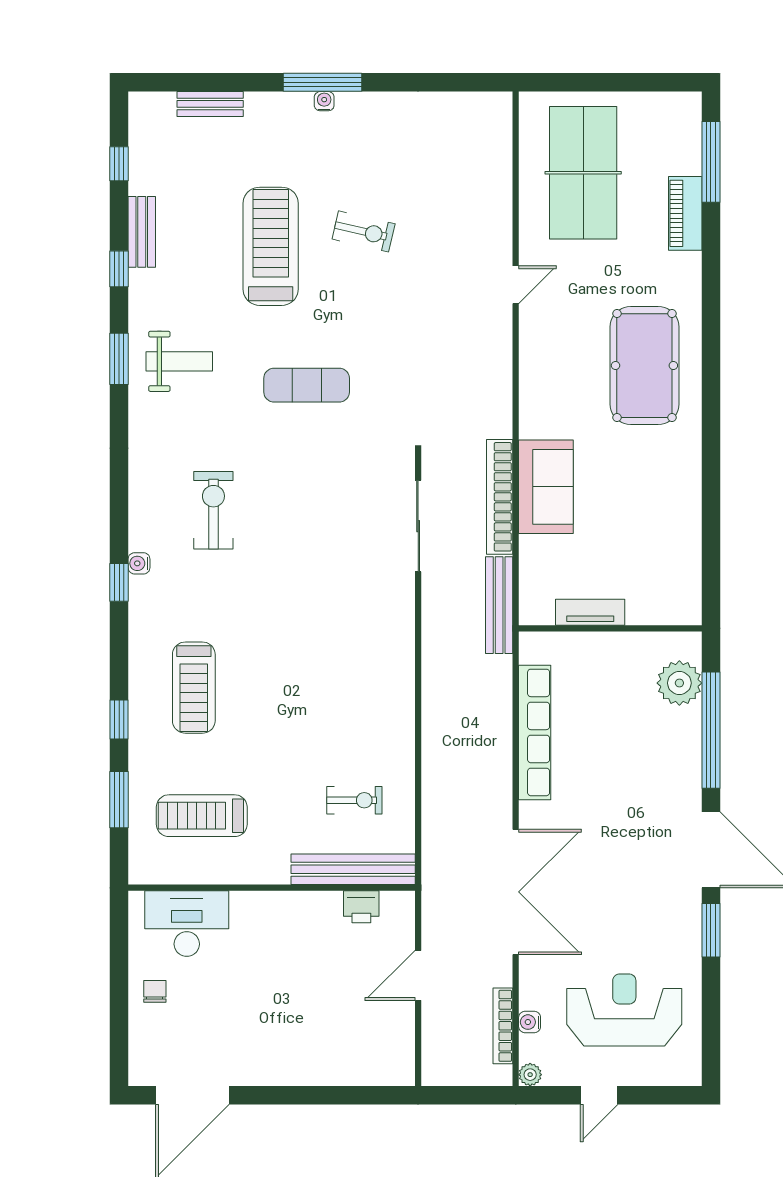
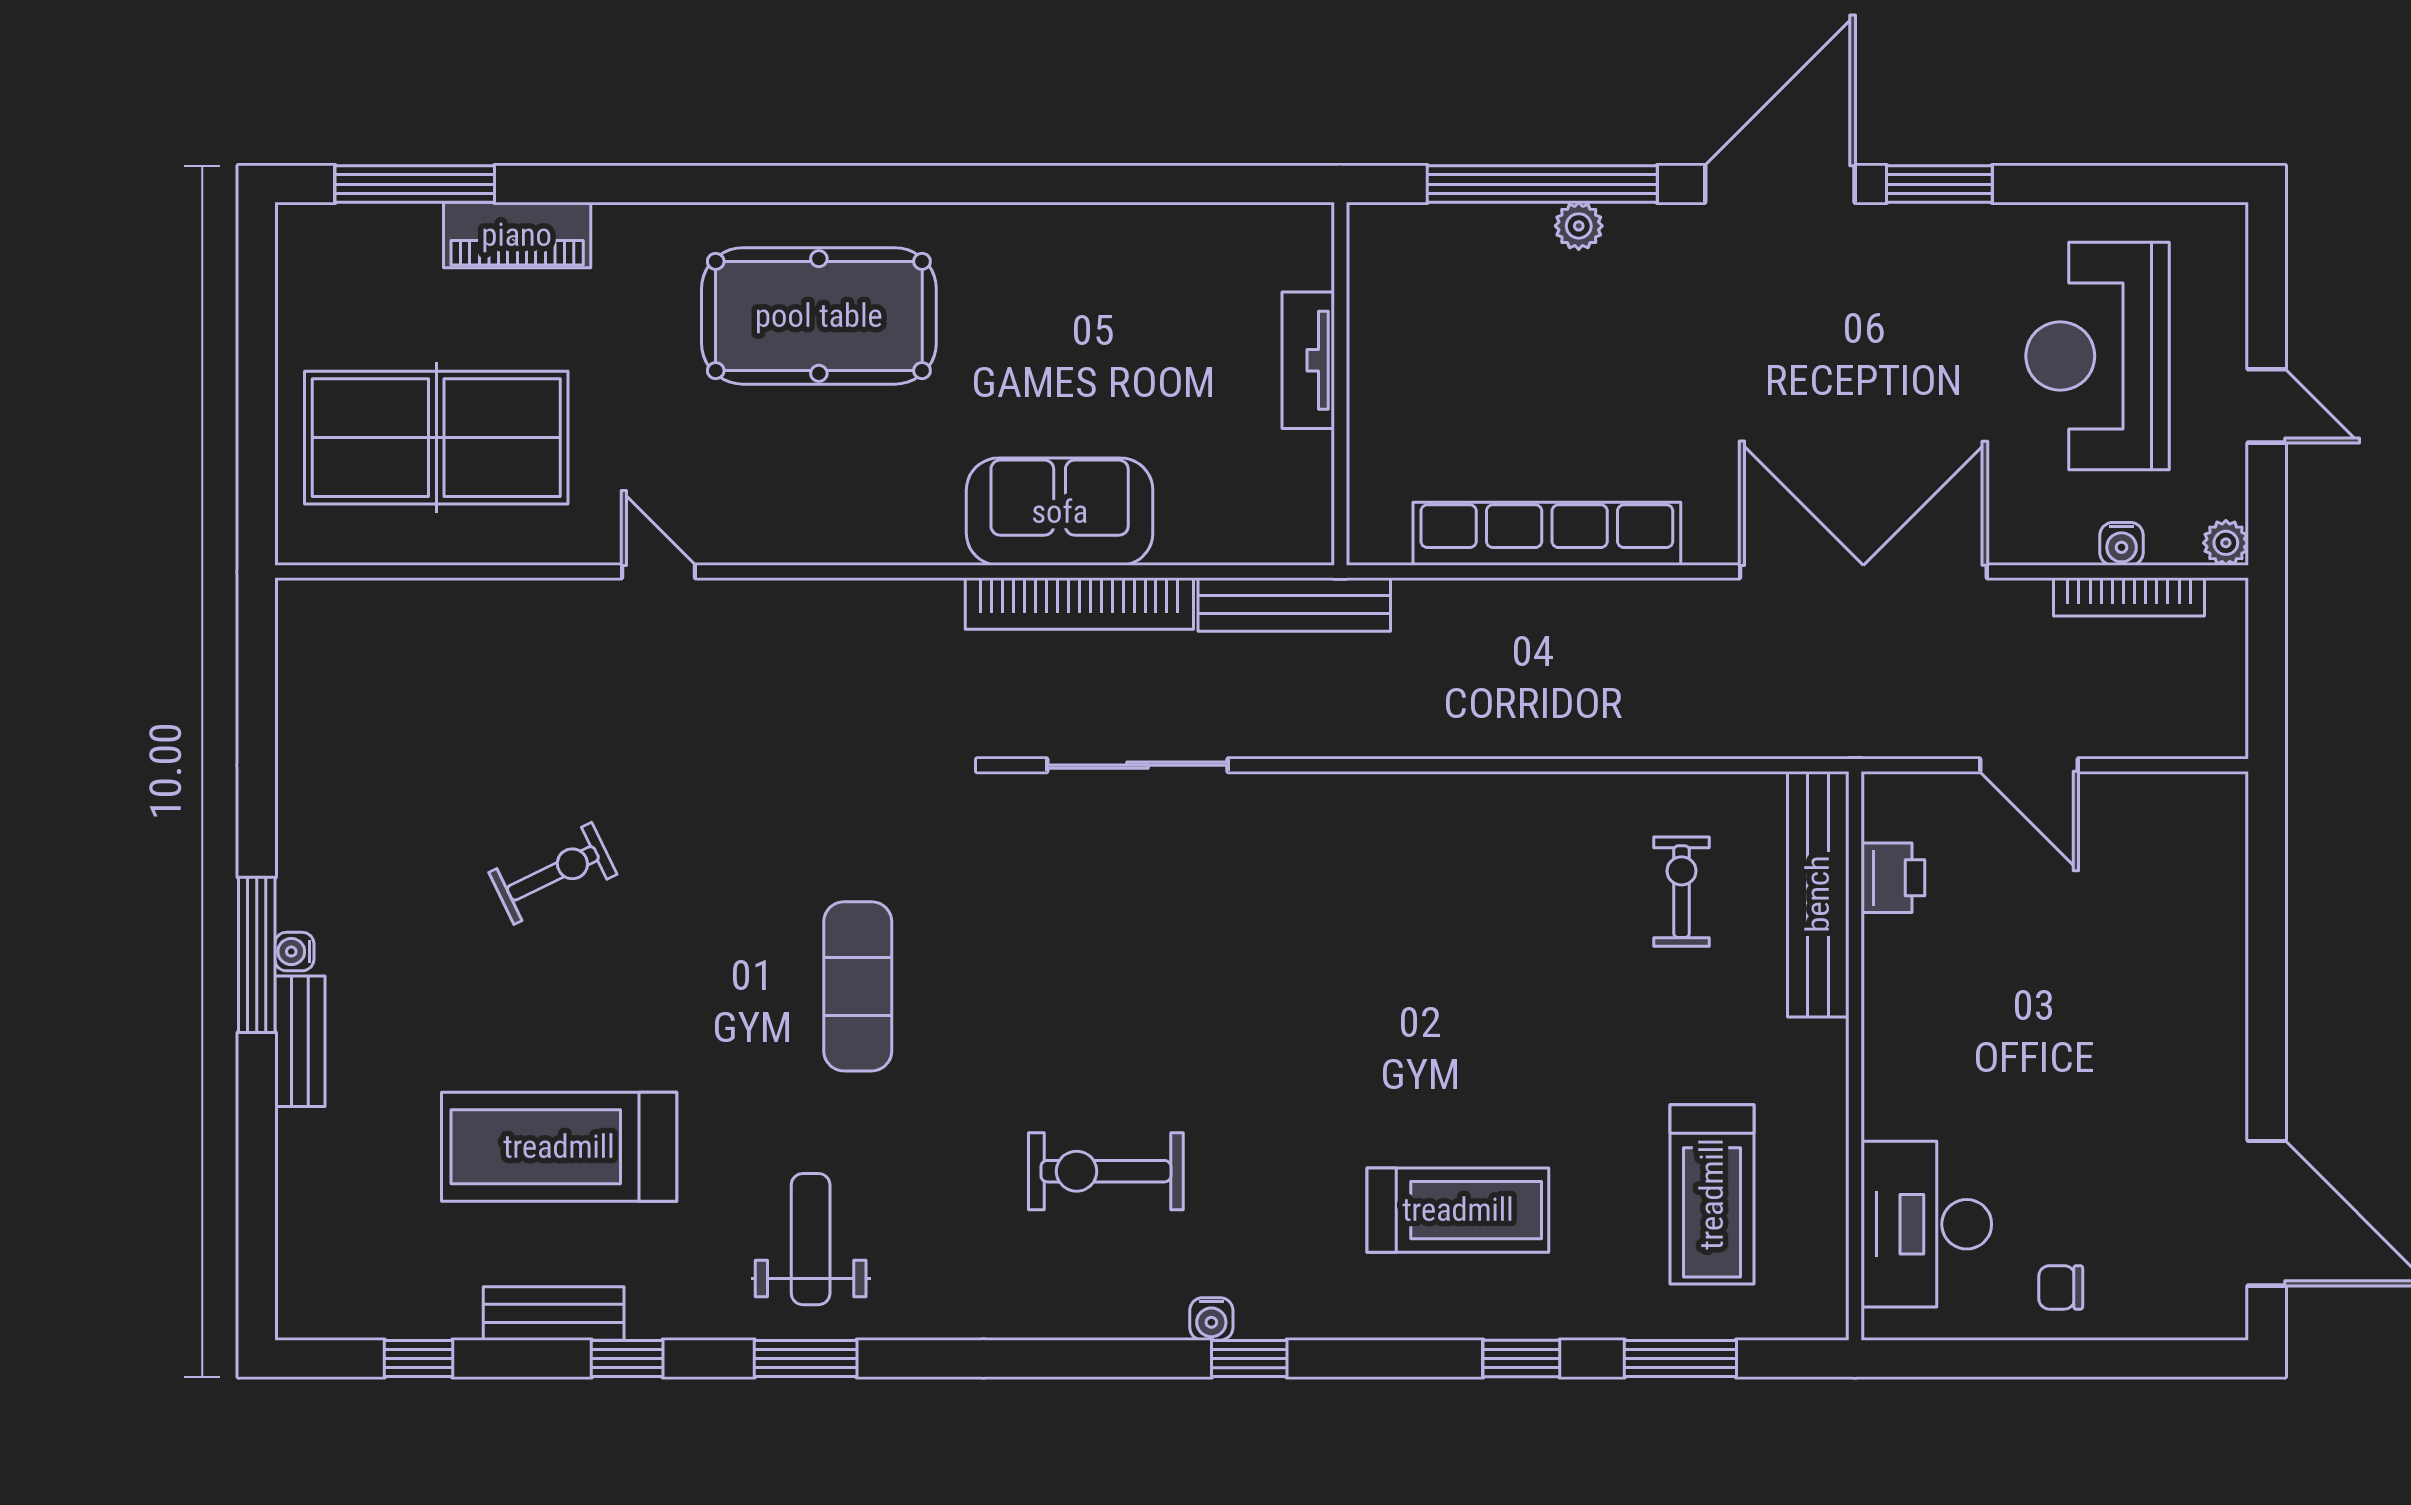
bench: (210, 104) -> (300, 1041), moved
exercise bike: (364, 231) -> (553, 873), turned 51
treadmill: (271, 246) -> (559, 1147), moved
tv unit: (590, 612) -> (1308, 360), moved
plant: (679, 683) -> (1579, 226), moved, width x0.53, depth x0.53

